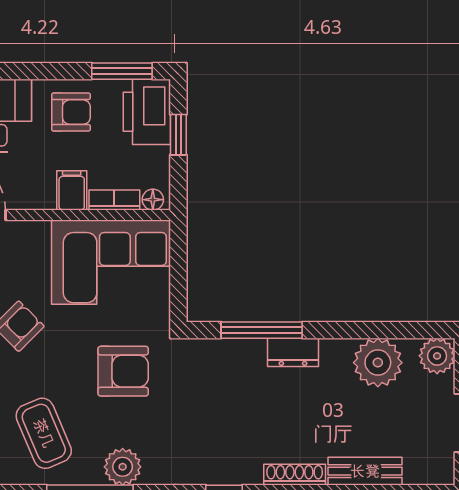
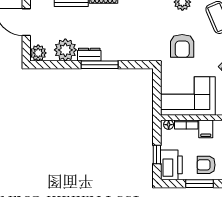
window: (122, 71) -> (200, 184), moved
window: (262, 330) -> (100, 65), moved
dresser: (293, 352) -> (89, 55), moved
armchair: (123, 371) -> (182, 46), turned -90

